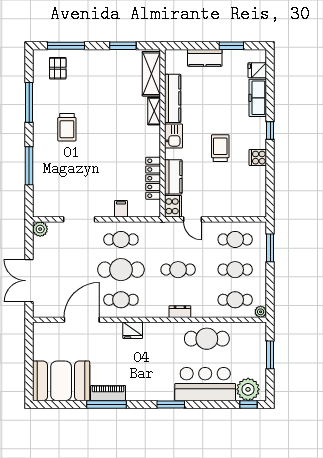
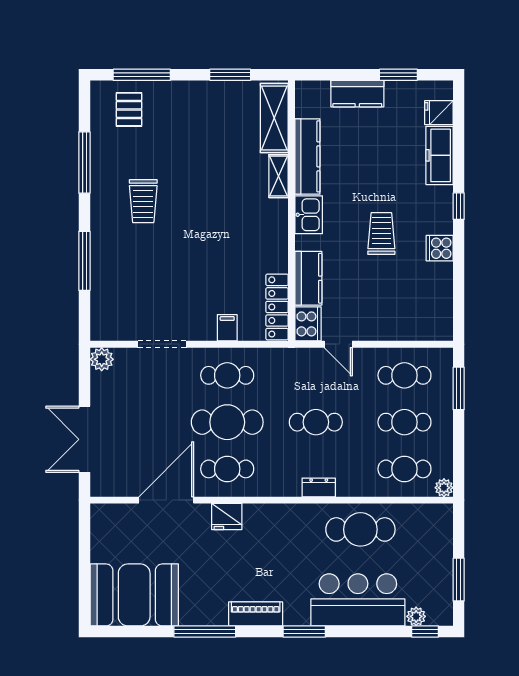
locker: (153, 178) -> (277, 307), moved
fridge: (133, 330) -> (227, 516), moved
window: (270, 355) -> (459, 580), moved
plant: (248, 389) -> (416, 616), width x0.53, depth x0.53
piano: (108, 393) -> (256, 614), moved

